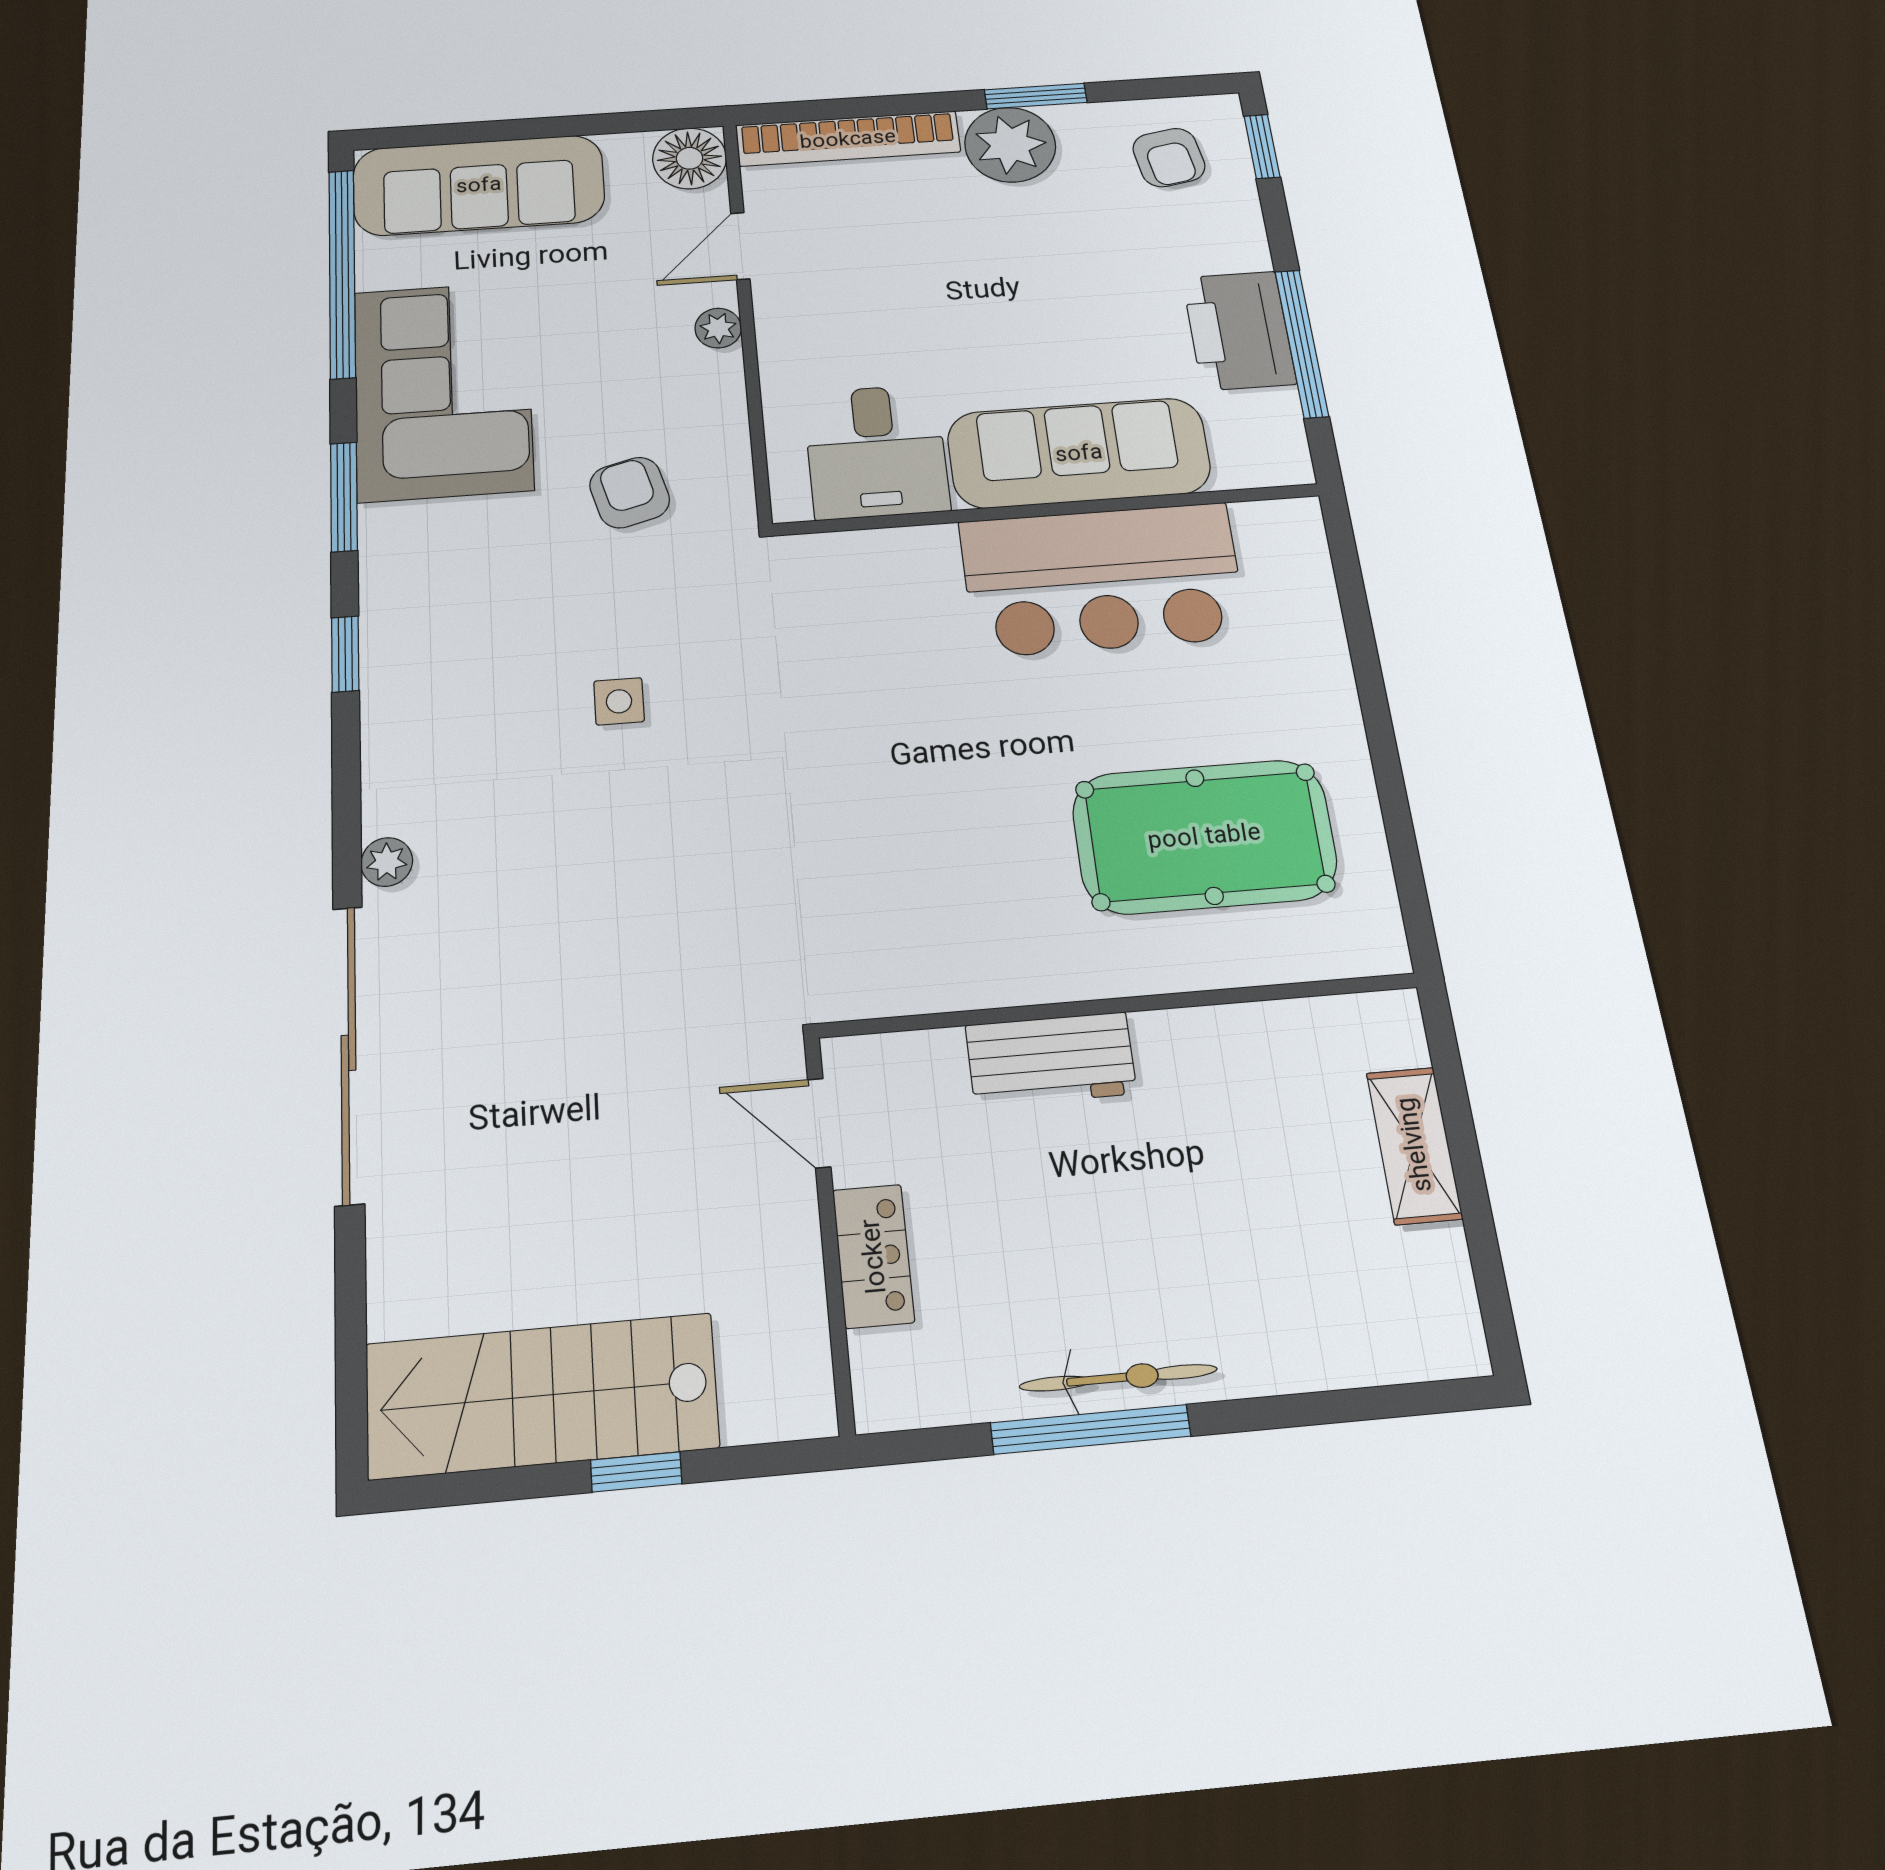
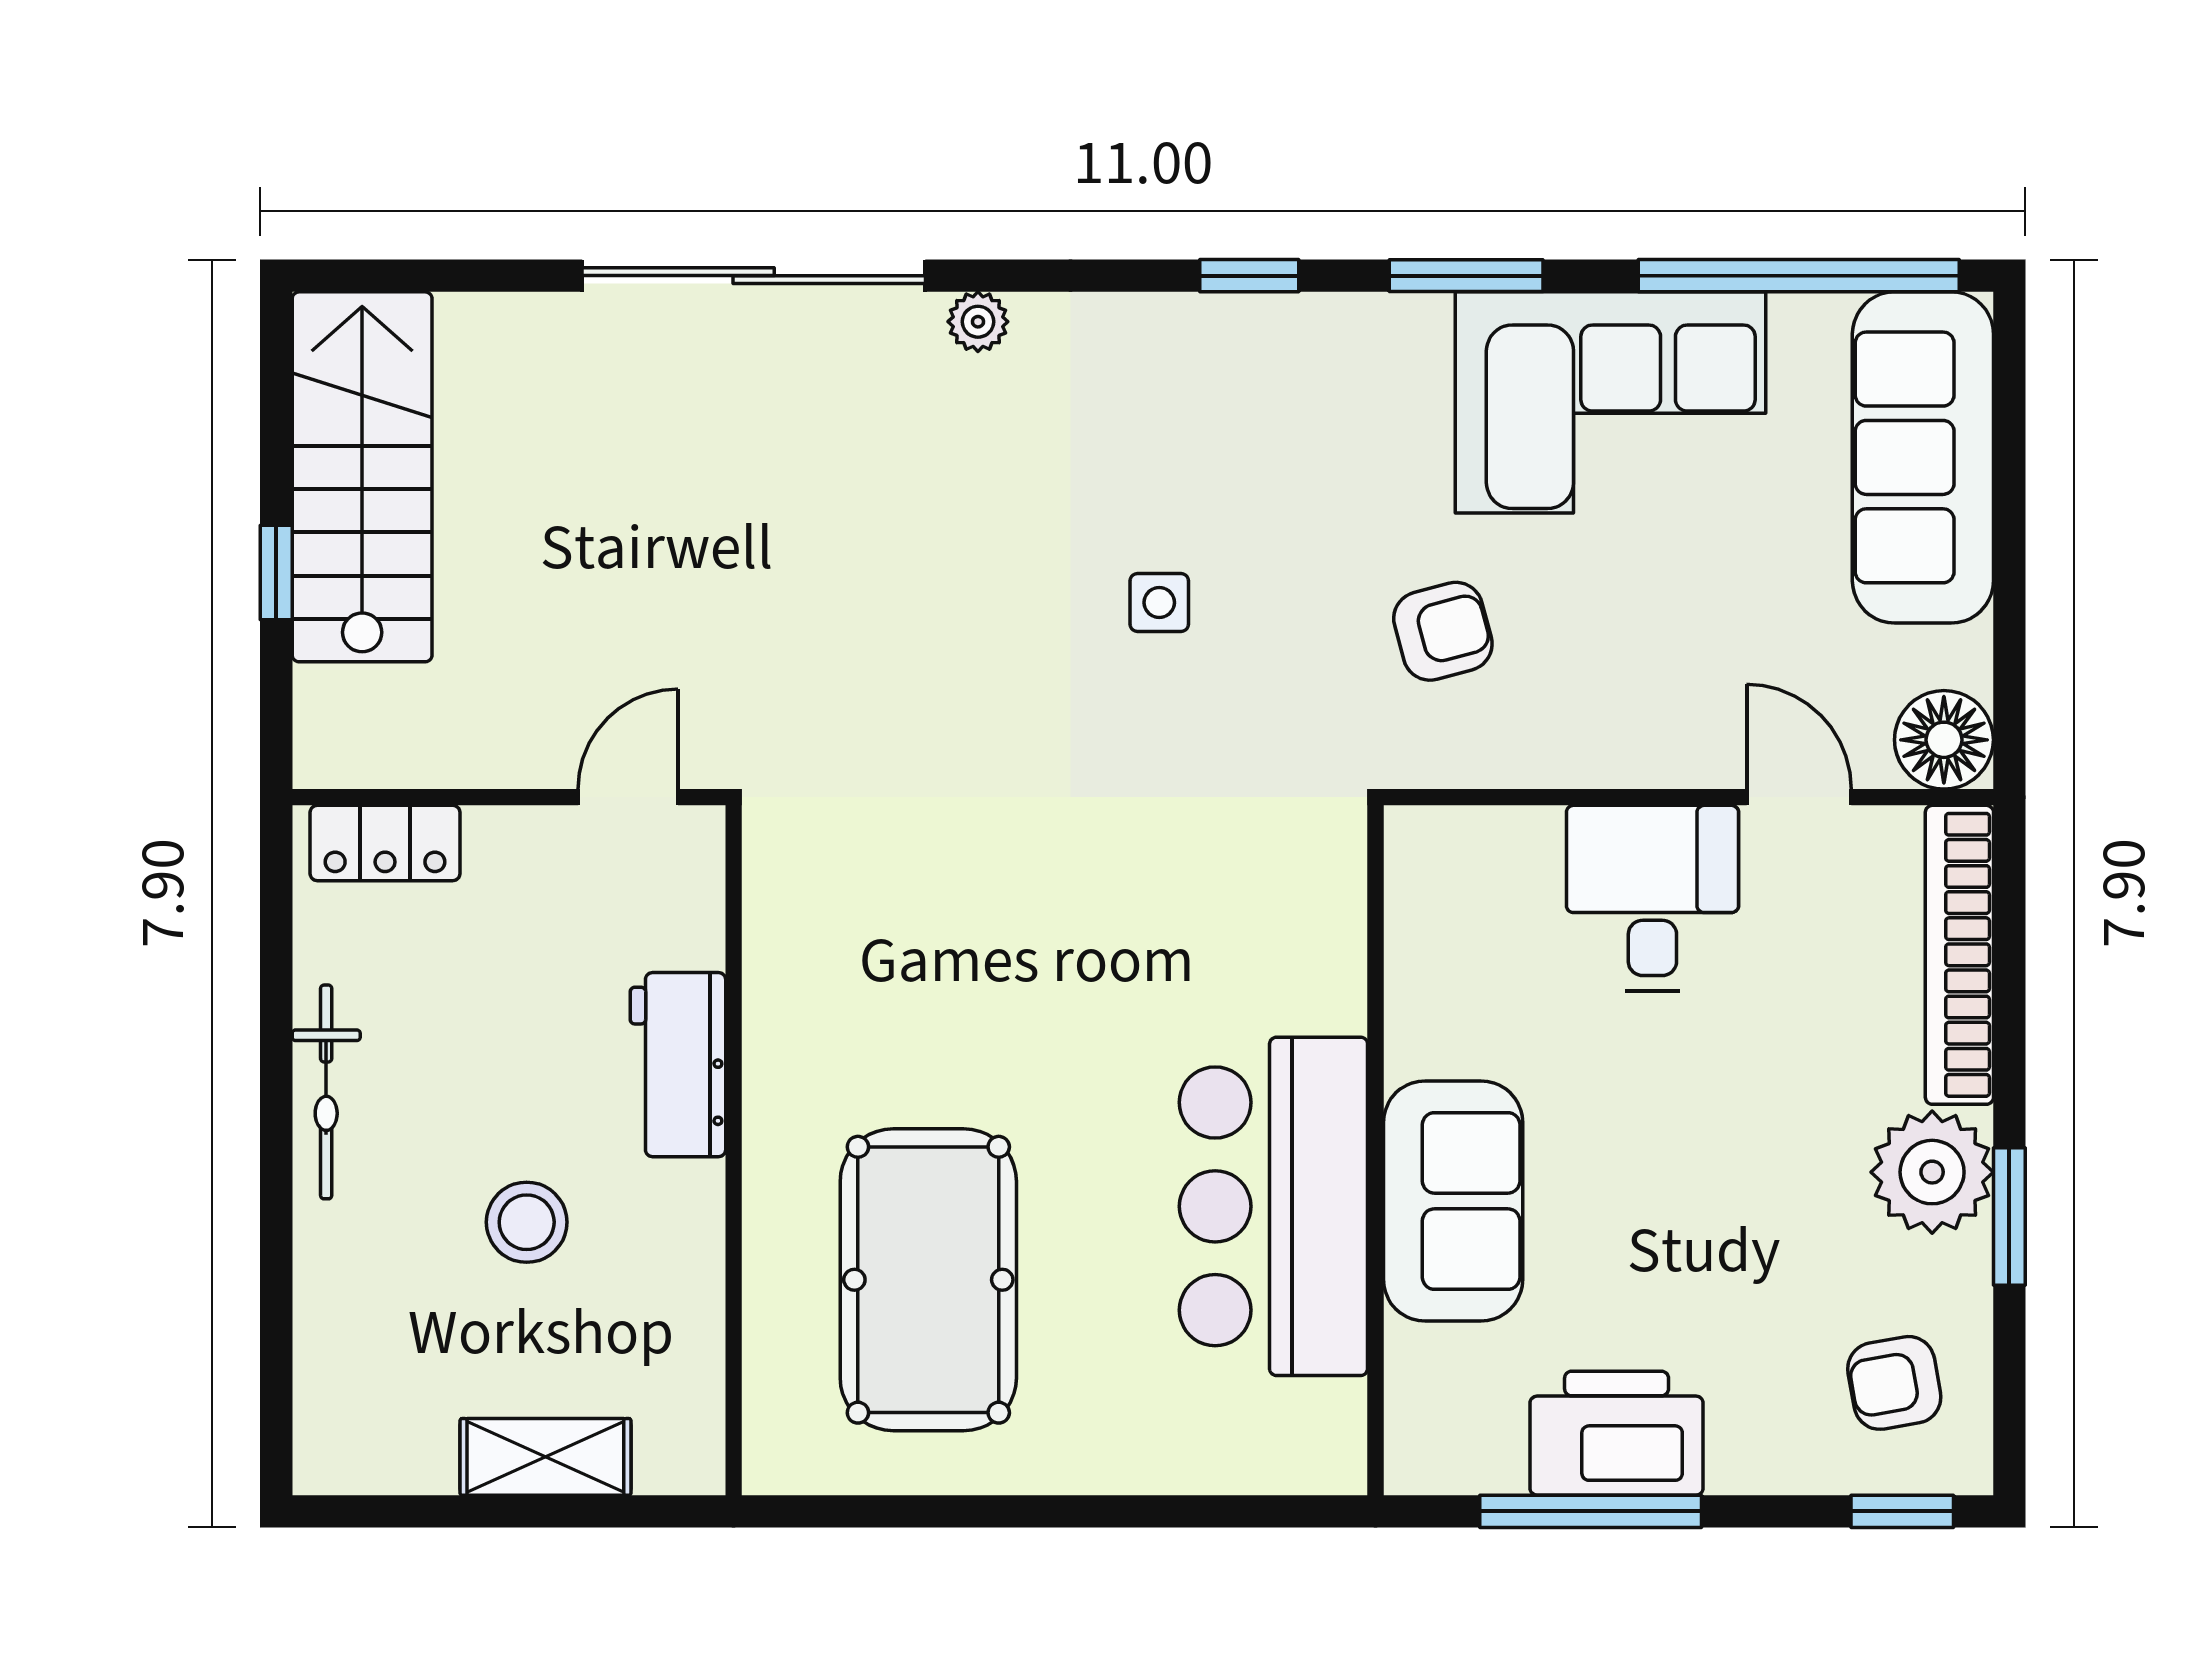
plant: (718, 328) -> (1675, 759), removed
desk: (876, 451) -> (1652, 898), moved, turned 90
sofa: (1079, 453) -> (1453, 1201), width x0.73
stool: (1209, 1180) -> (527, 1222), added
locker: (873, 1256) -> (385, 843), moved
window: (1091, 1429) -> (276, 1055), removed

